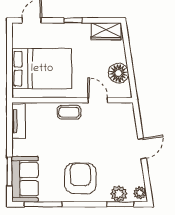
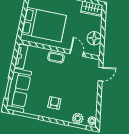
door: (142, 149) -> (100, 74), moved
armchair: (80, 178) -> (54, 103), width x0.53, depth x0.53
sofa: (25, 179) -> (19, 90), width x1.36

